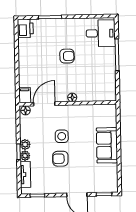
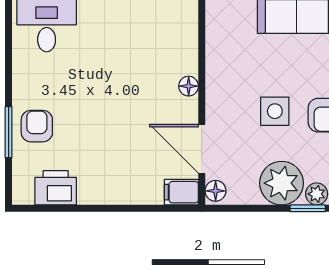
printer: (25, 28) -> (56, 188), moved
armchair: (67, 56) -> (37, 126), moved
plant: (25, 145) -> (282, 183), width x1.88, depth x1.88

